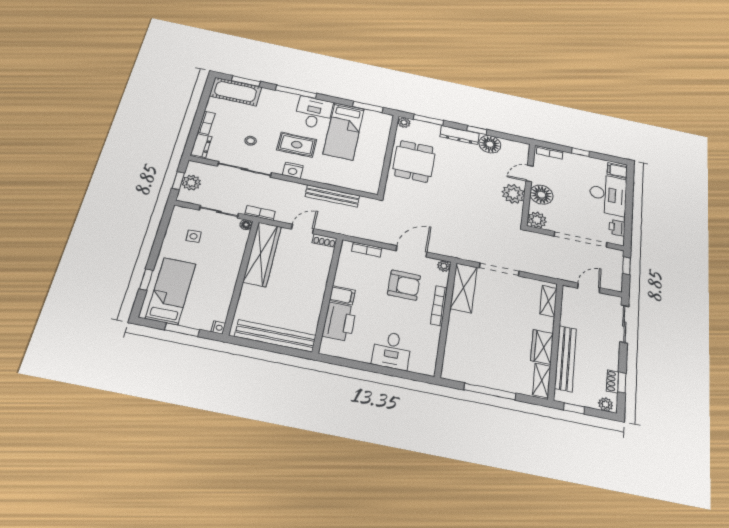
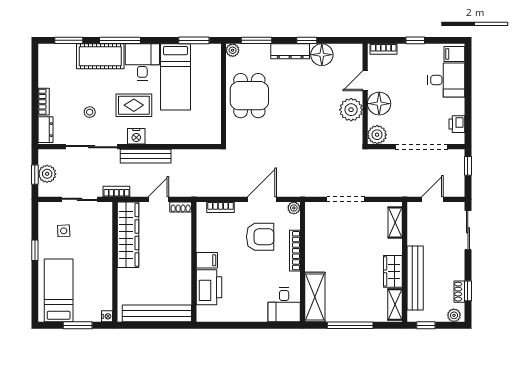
cot: (236, 92) -> (100, 56), moved
desk: (608, 195) -> (446, 80), width x0.73
bench: (332, 196) -> (146, 156), moved
floor lamp: (246, 225) -> (107, 207), removed
window: (146, 280) -> (35, 250), moved
shelving: (464, 288) -> (315, 297), moved
desk: (392, 350) -> (284, 305), moved

